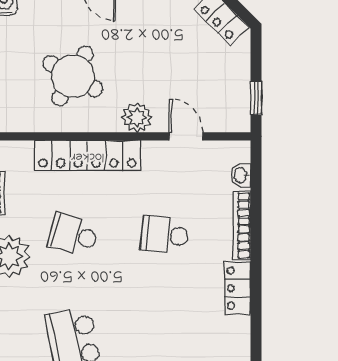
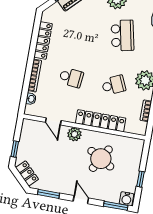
window: (256, 98) -> (15, 149), moved
school desk: (73, 235) -> (114, 85), turned -39
locker: (237, 288) -> (43, 40), width x1.53

